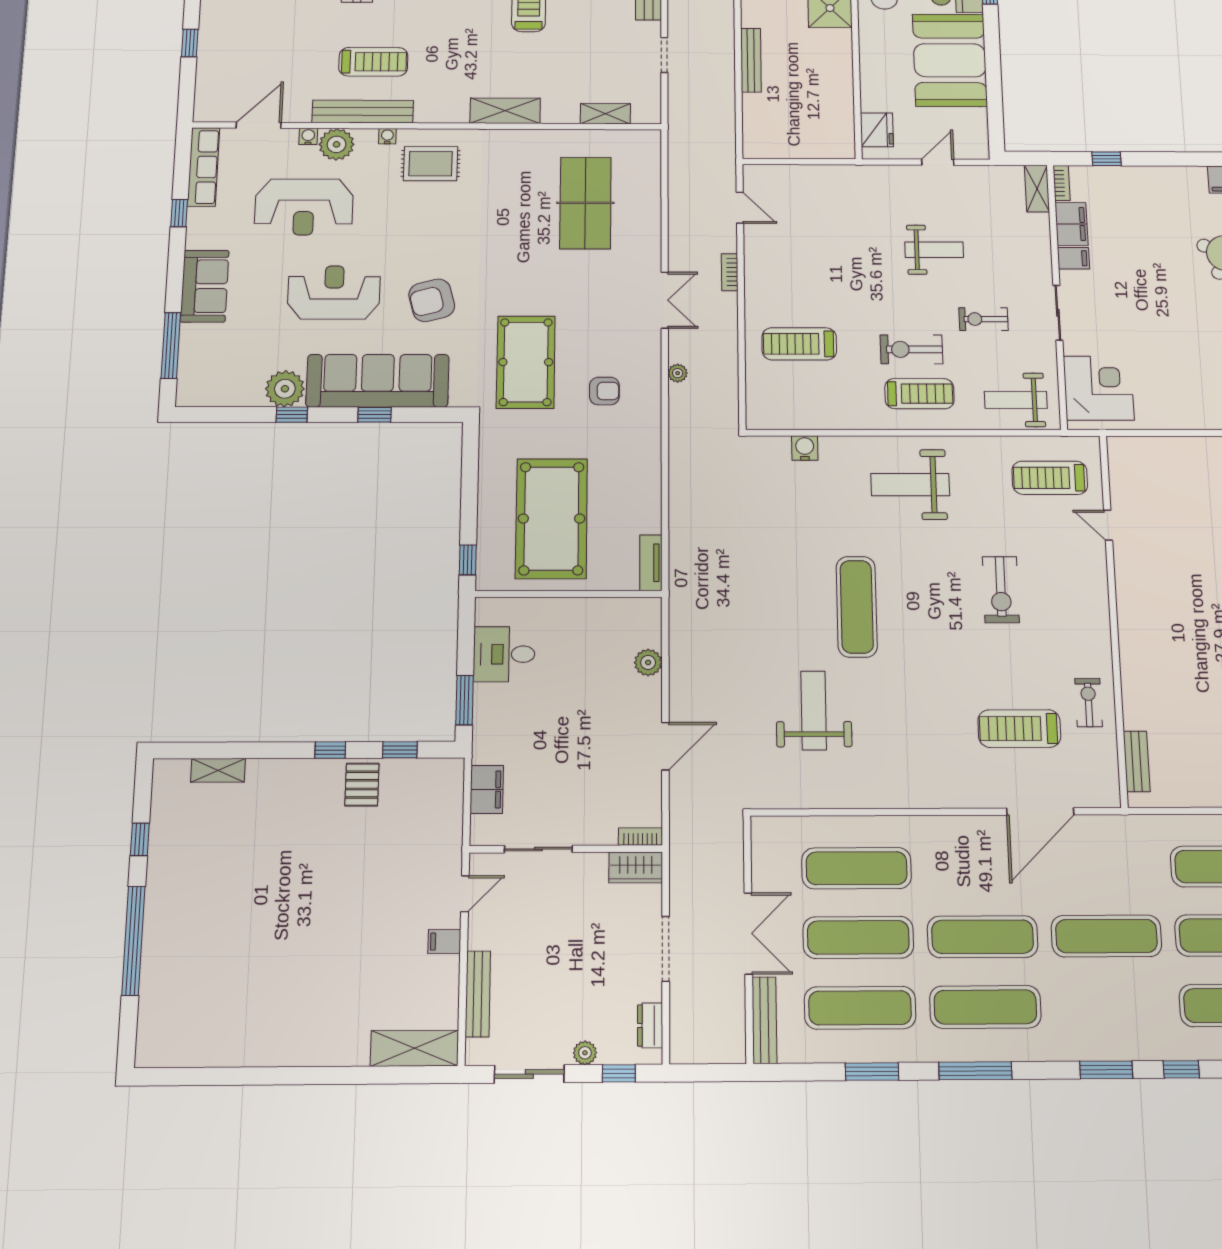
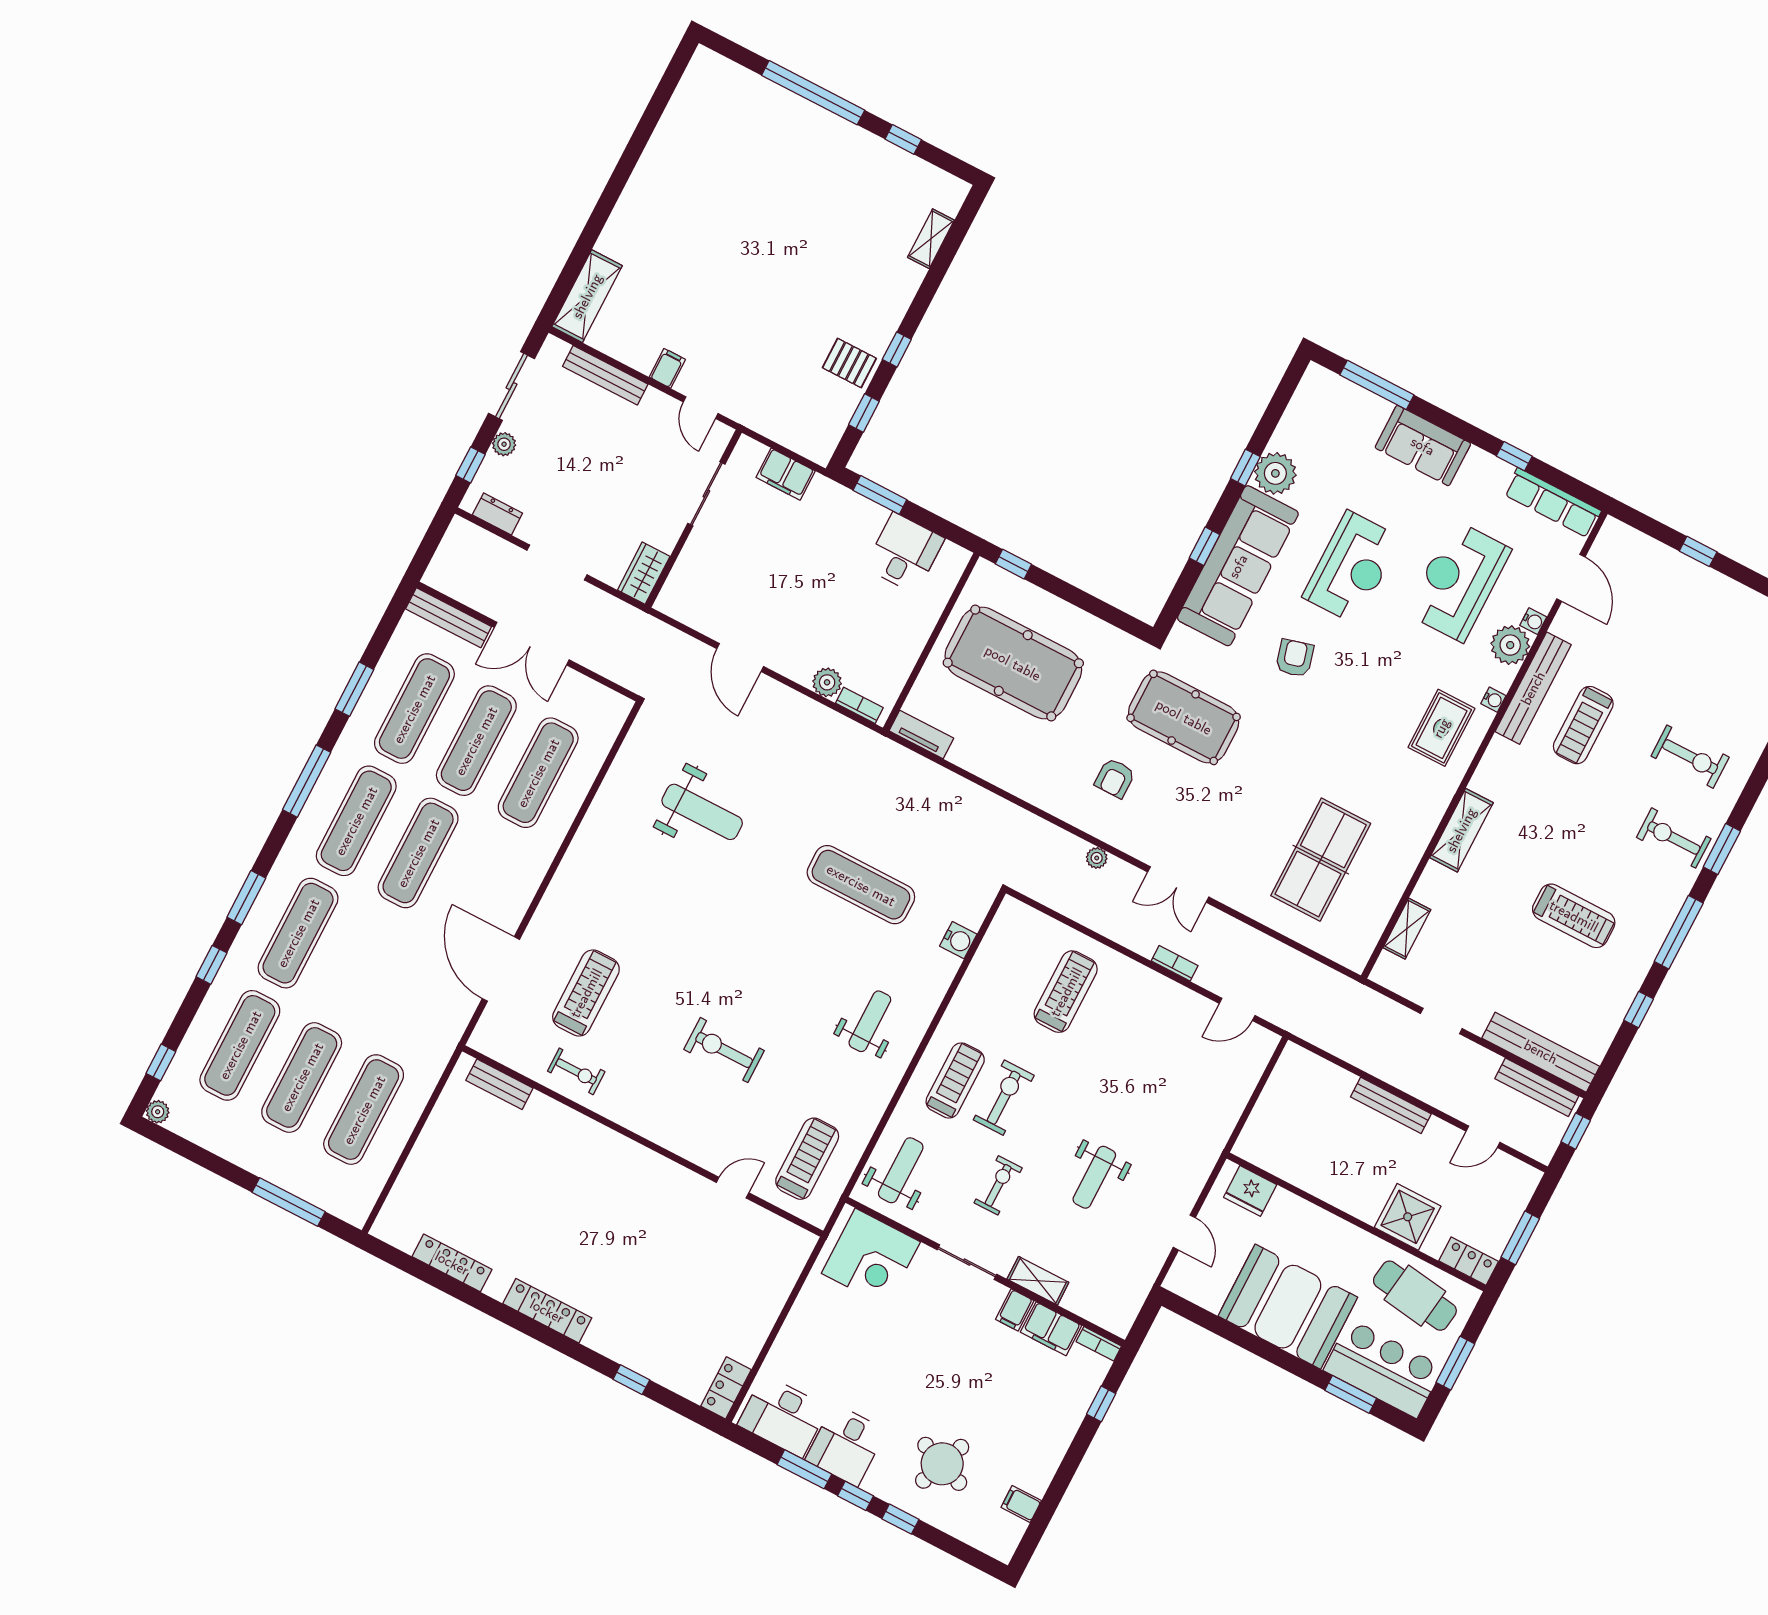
shelving: (1037, 189) -> (1038, 1281), moved
table tennis table: (585, 203) -> (1321, 860), turned 90
armchair: (432, 300) -> (1295, 658), width x0.72, depth x0.72
treadmill: (919, 394) -> (955, 1080), turned 180
weight bench: (910, 485) -> (870, 1021), width x0.73, depth x0.75
exercise mat: (857, 607) -> (861, 885), moved
bookcase: (640, 837) -> (859, 705), moved, turned -90
exercise mat: (1106, 936) -> (298, 933), moved

